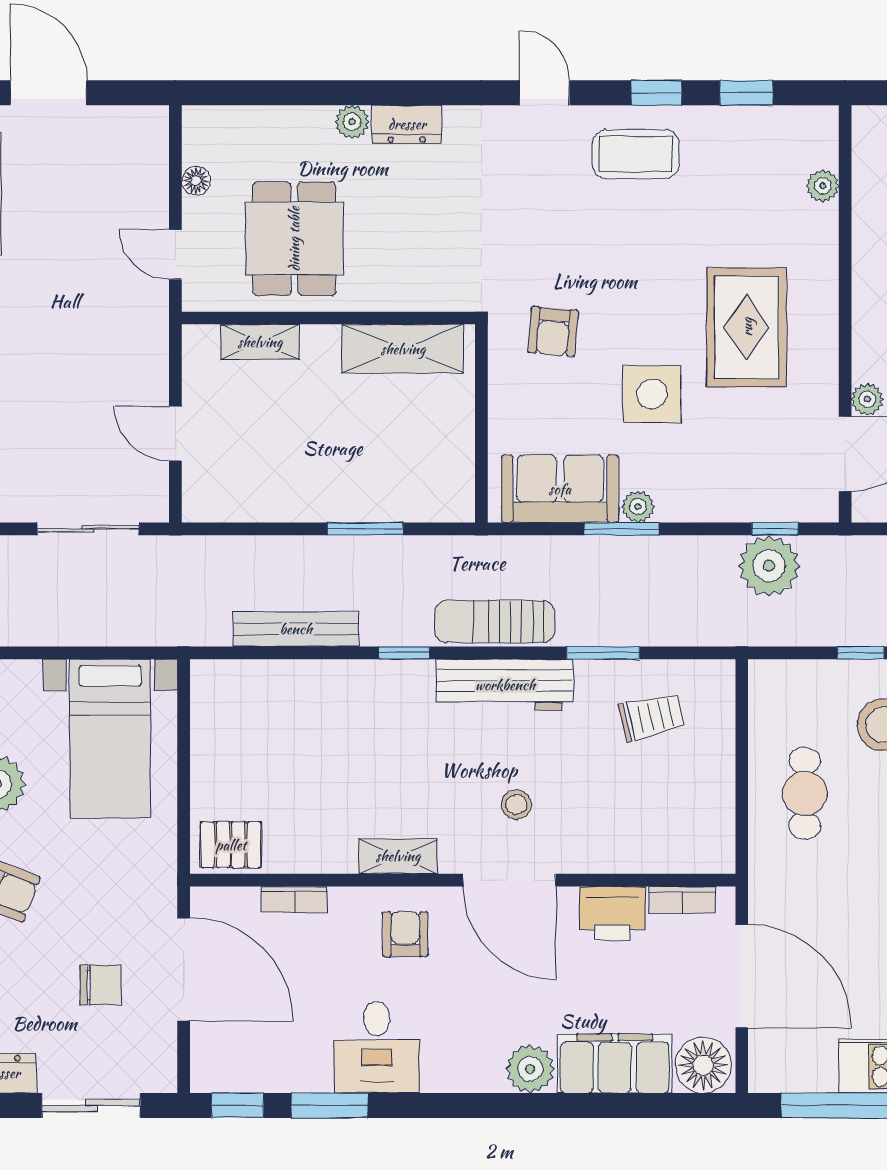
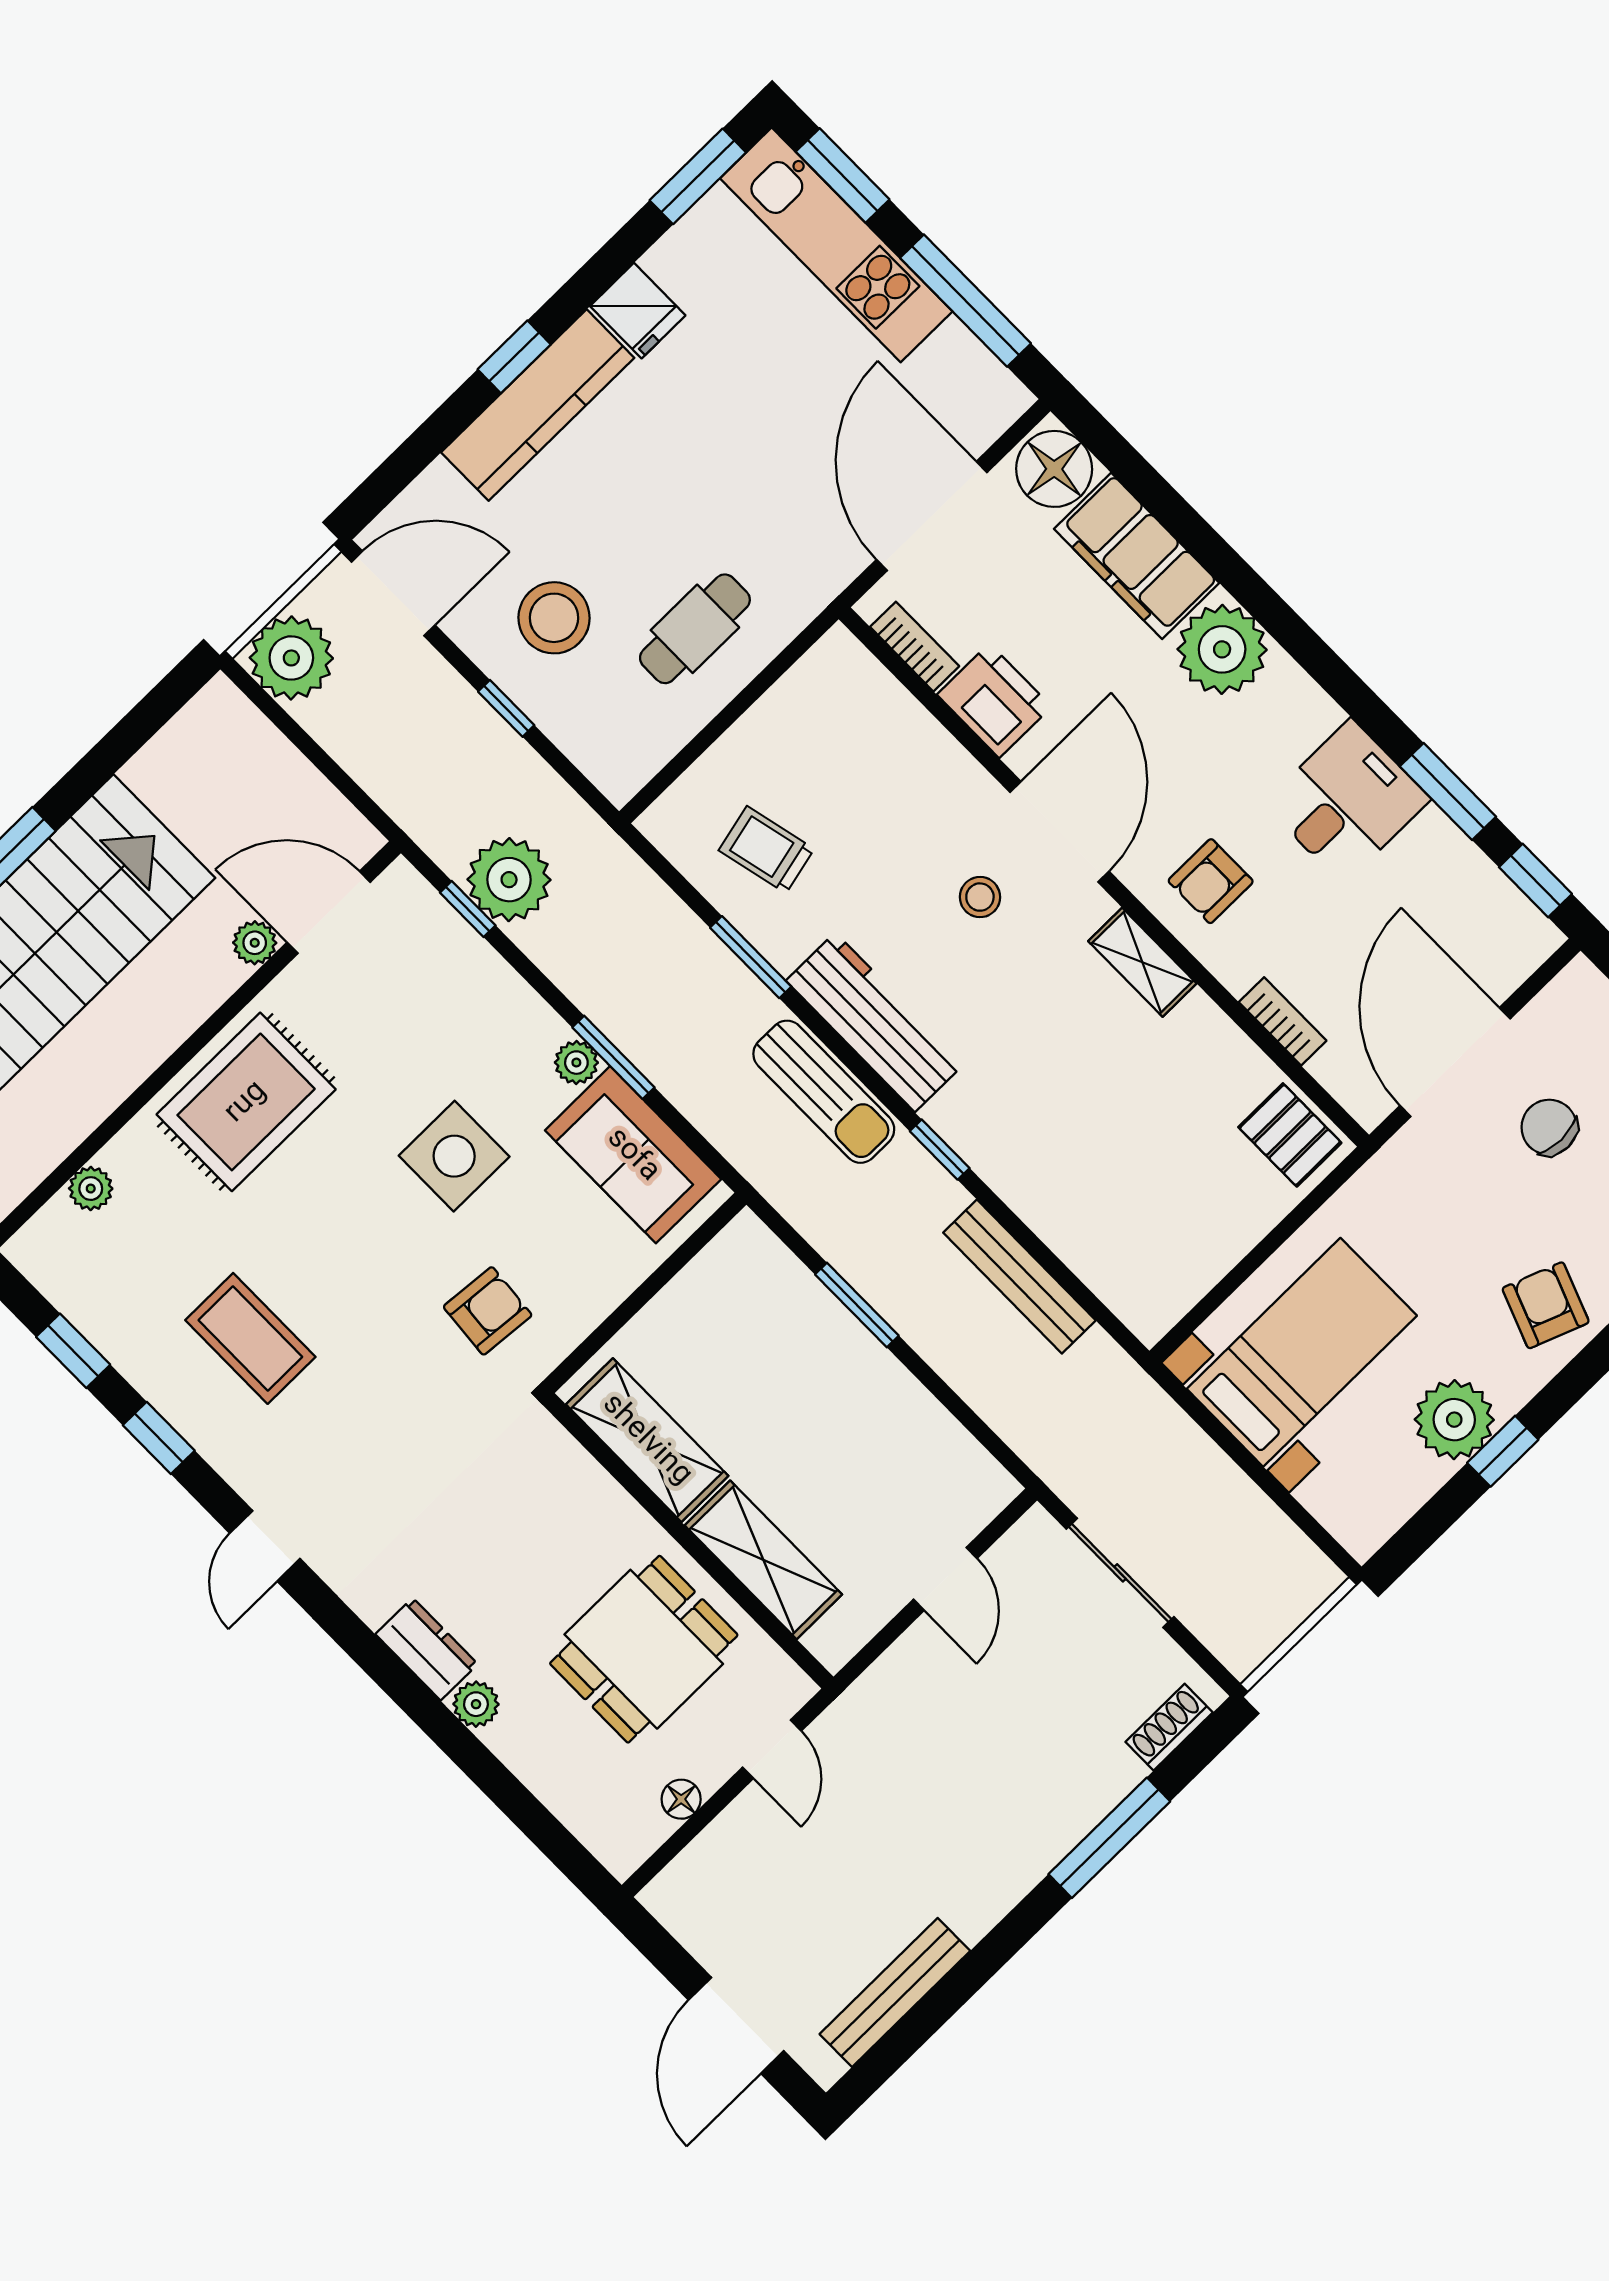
coffee table: (636, 154) -> (250, 1338), moved
rug: (747, 327) -> (246, 1102), moved
shelving: (260, 342) -> (763, 1560), width x1.50, depth x1.33
plant: (530, 1069) -> (1222, 649), width x1.36, depth x1.36

